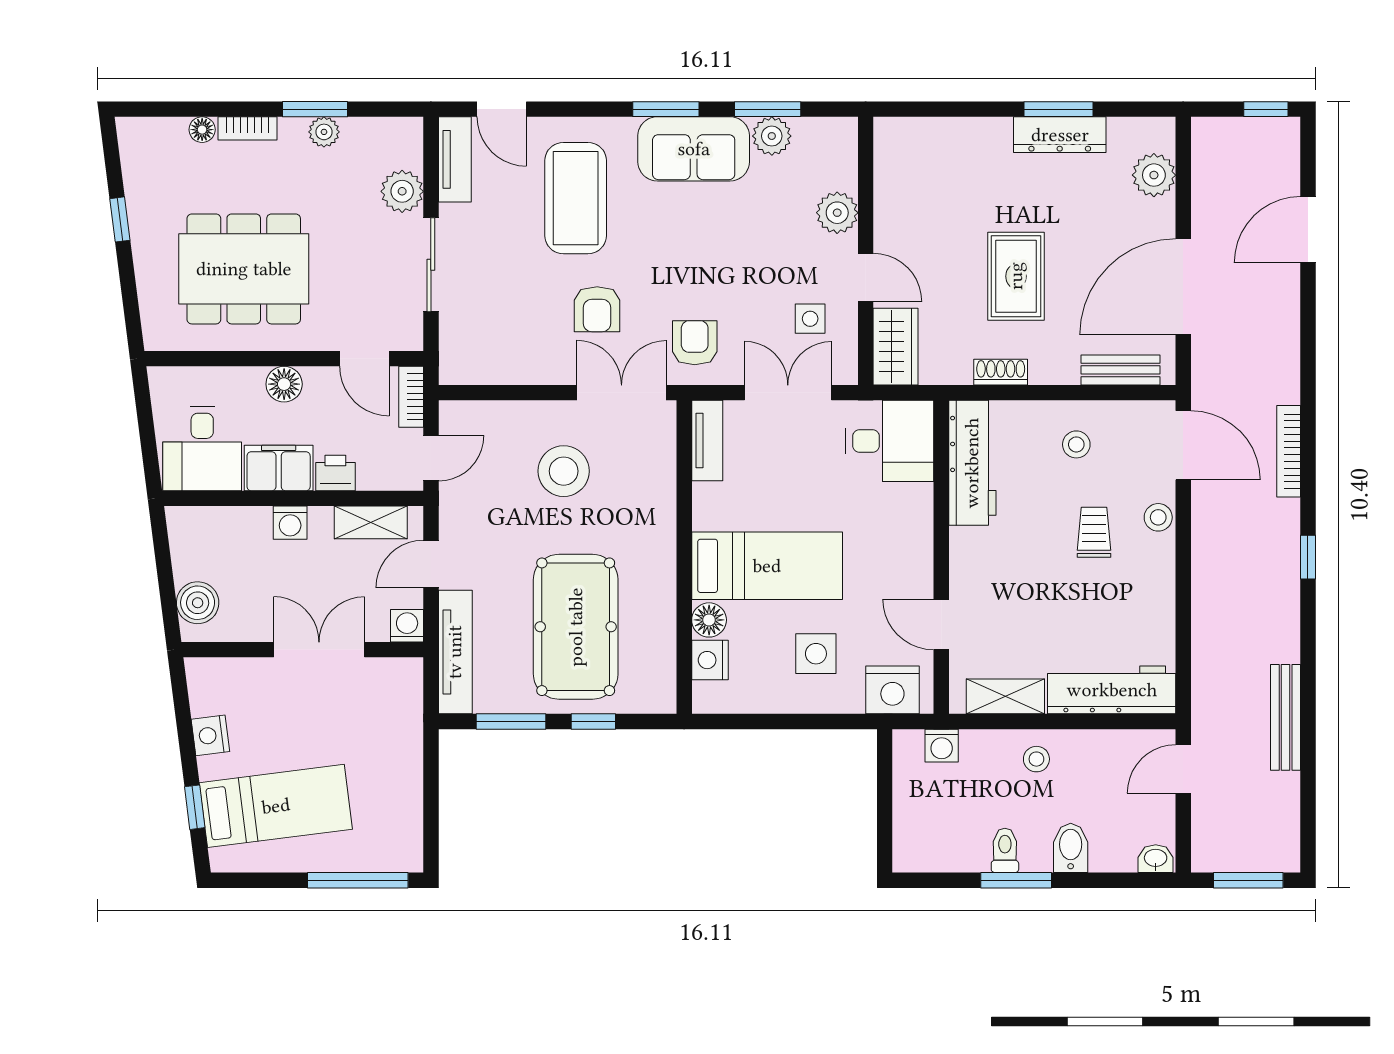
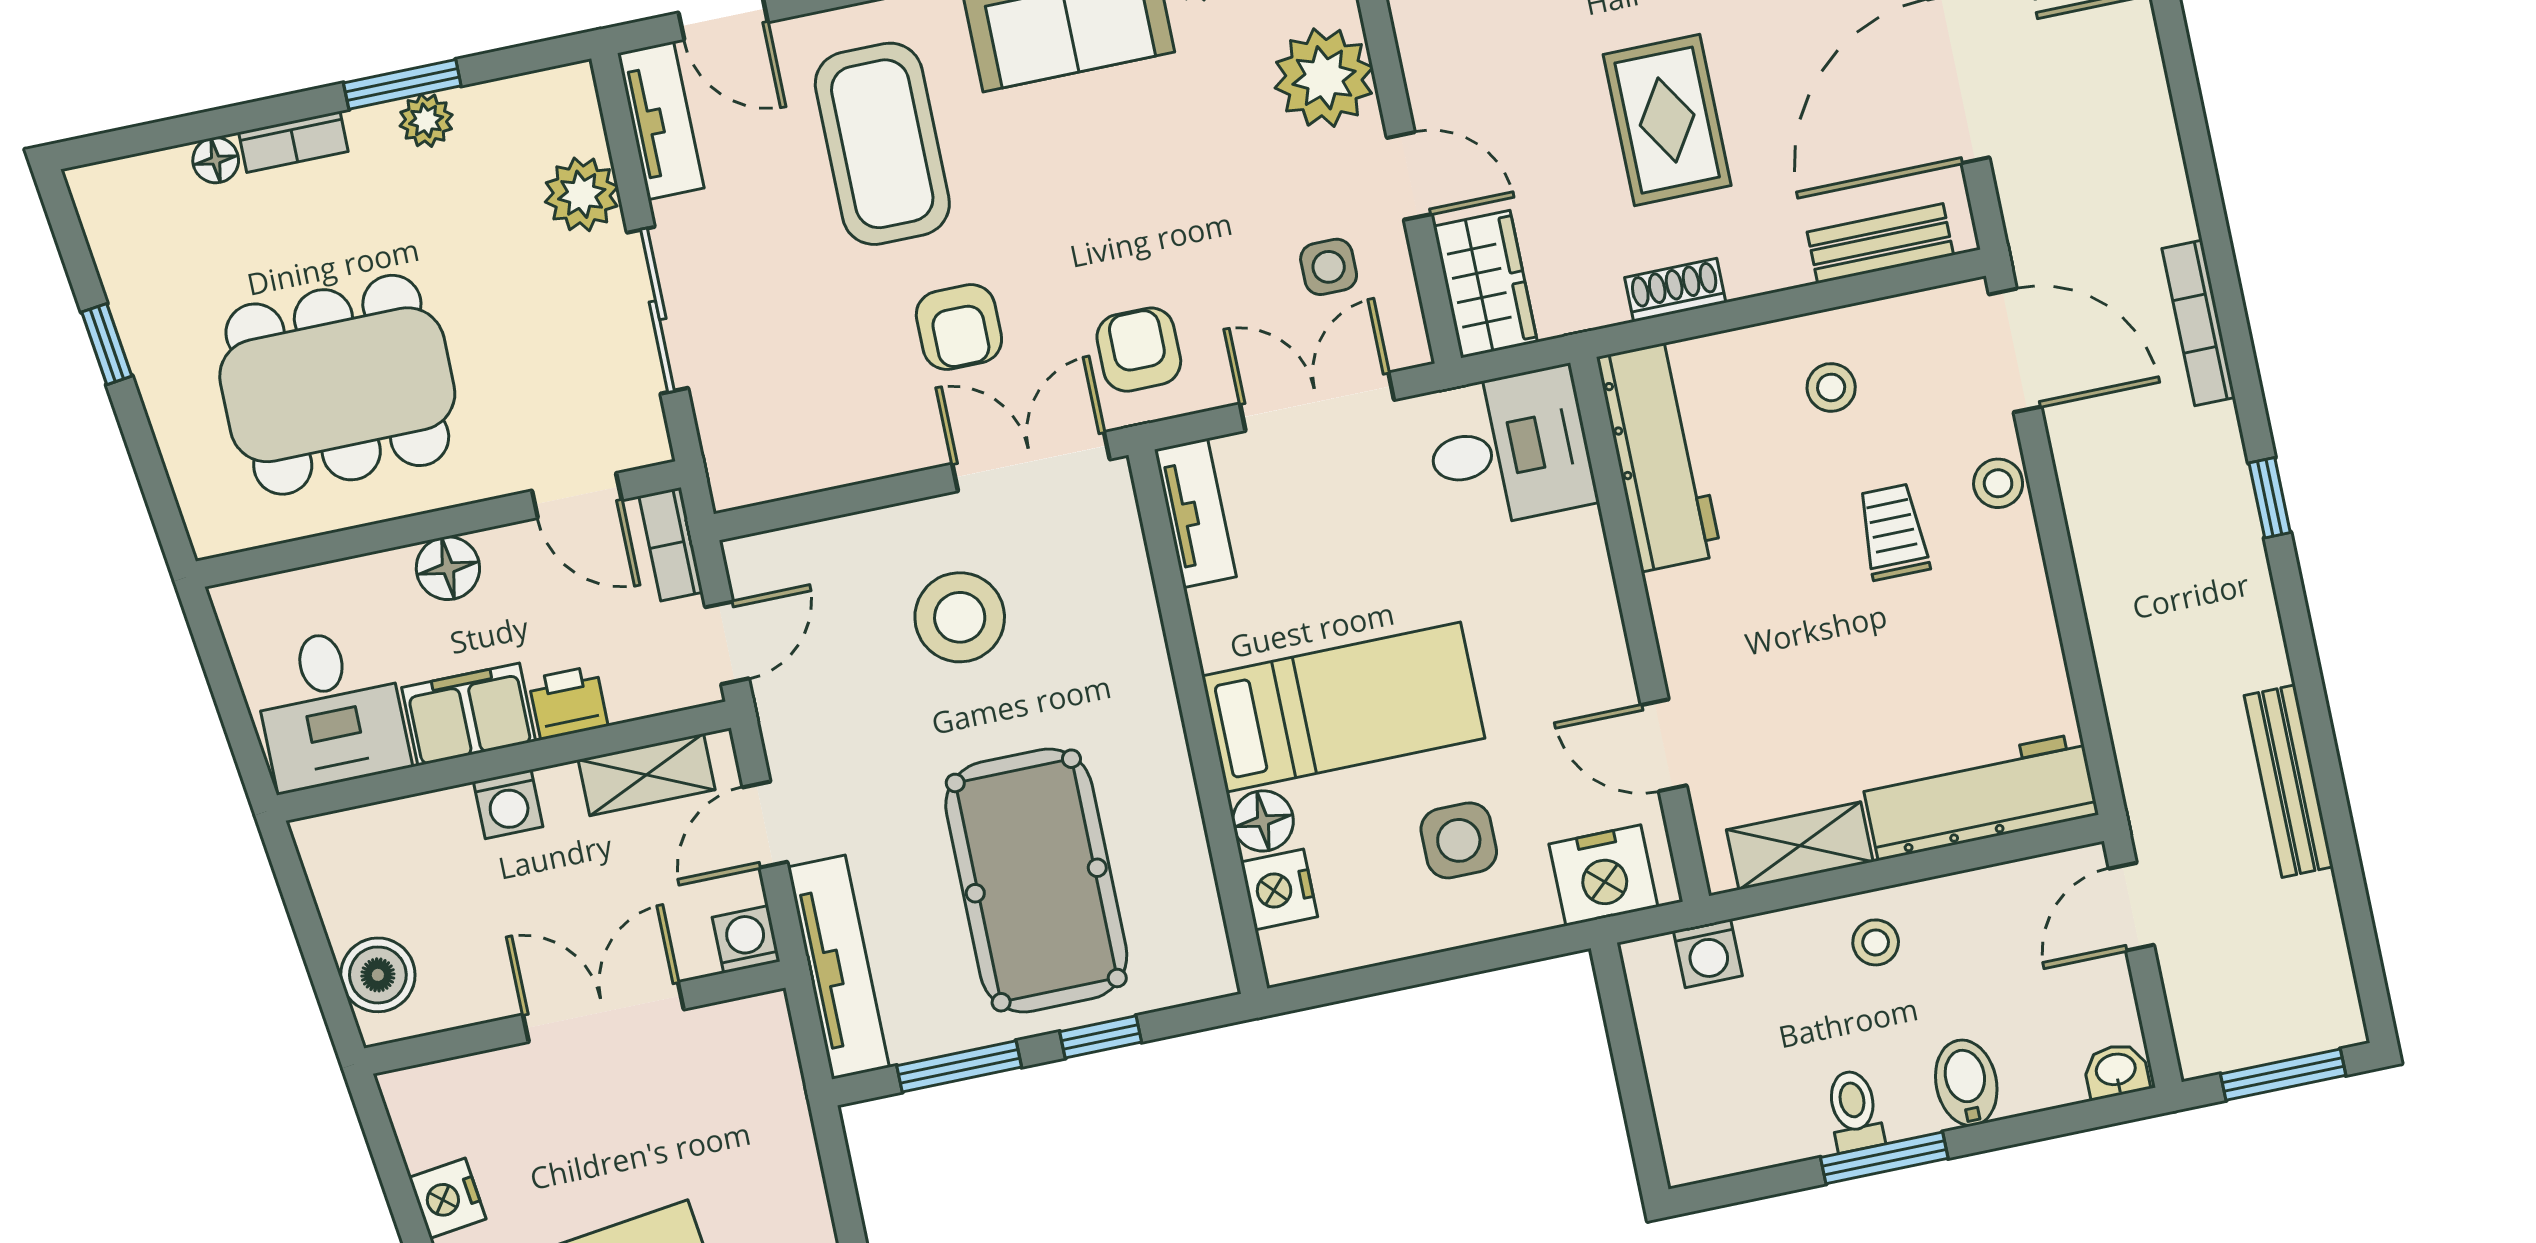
plant: (837, 213) -> (1324, 78), width x1.36, depth x1.36

